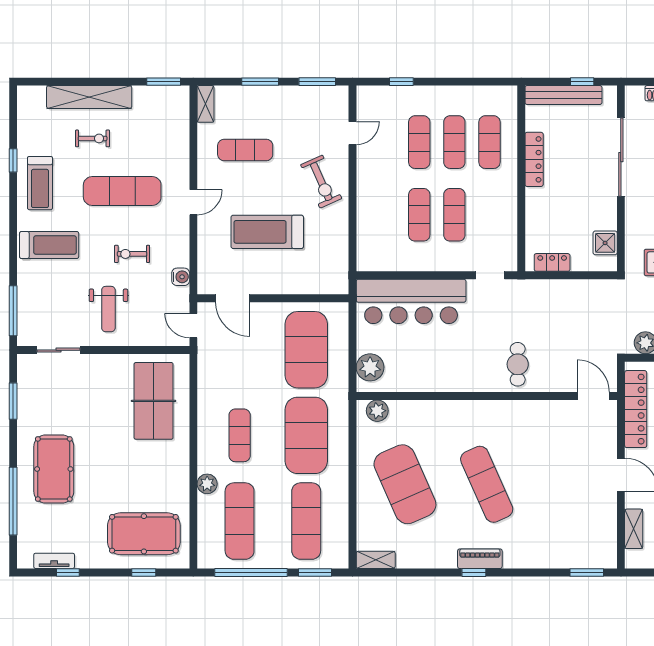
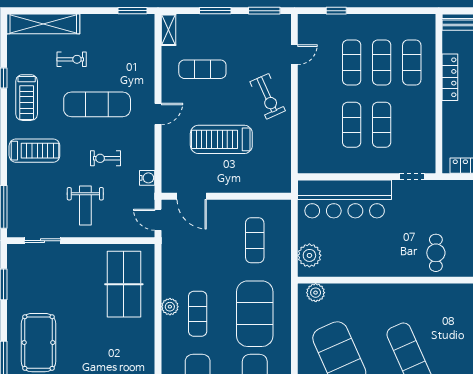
shelving: (89, 97) -> (43, 24), moved
exercise mat: (306, 350) -> (255, 240), width x0.50, depth x0.69
plant: (207, 484) -> (170, 307), moved

